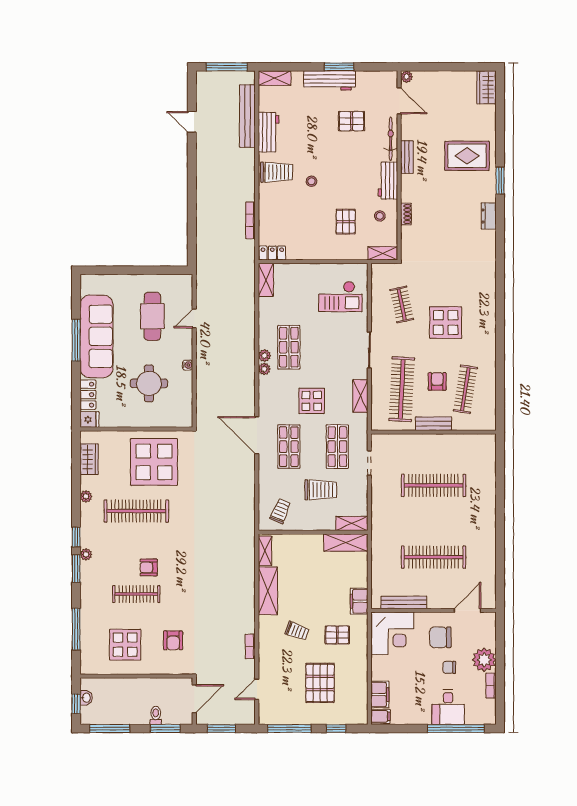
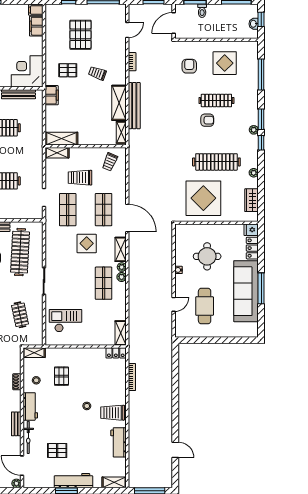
bench: (247, 116) -> (134, 106), moved
shelving: (360, 396) -> (121, 249), moved

